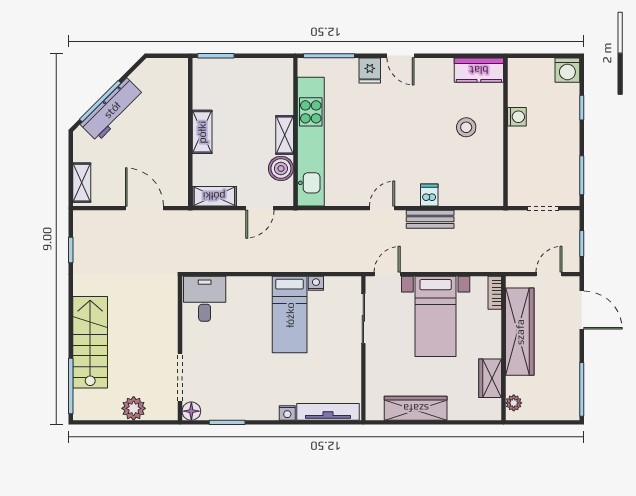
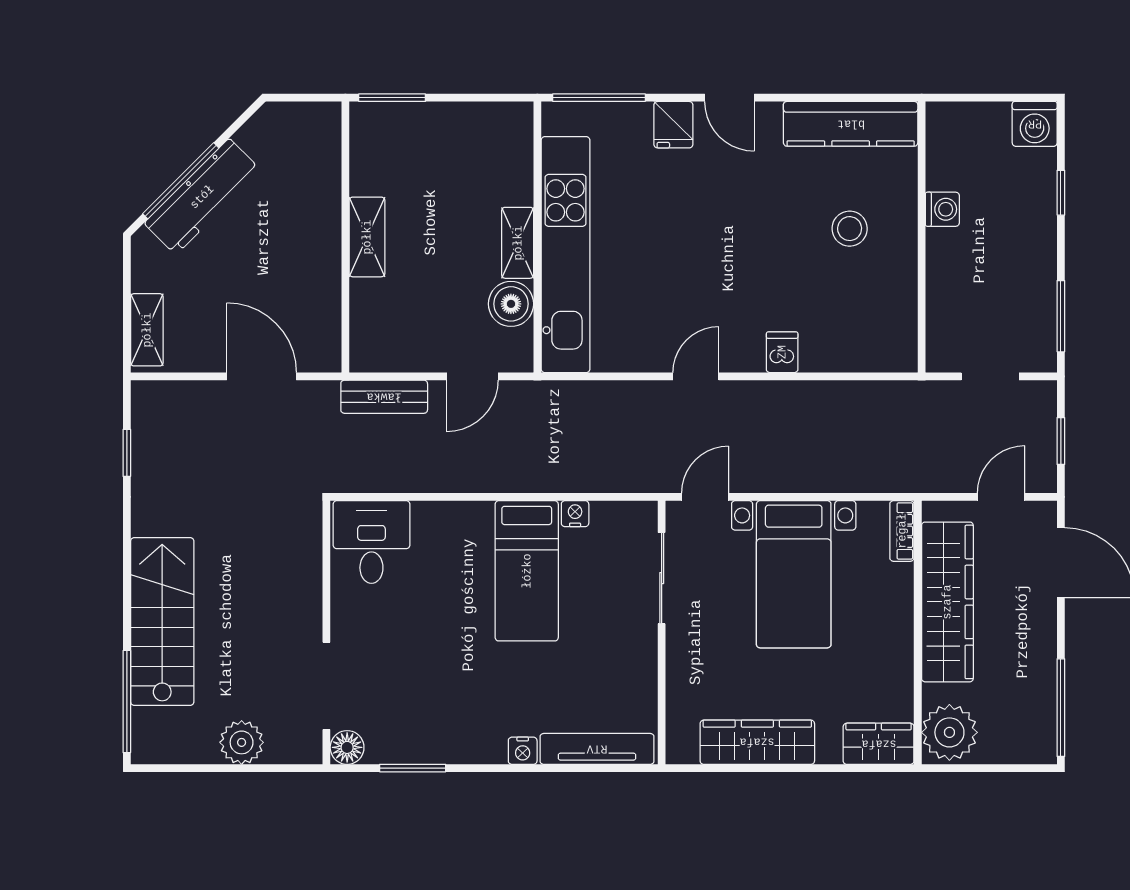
kitchen counter: (479, 70) -> (851, 124), width x1.50
shelving: (214, 196) -> (389, 355), removed
bench: (430, 219) -> (384, 397), moved
wardrobe: (490, 378) -> (879, 744), moved, turned 90
plant: (514, 403) -> (949, 732), width x1.88, depth x1.88

